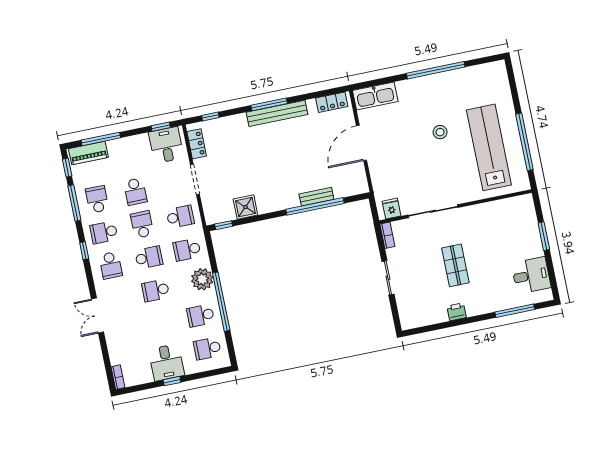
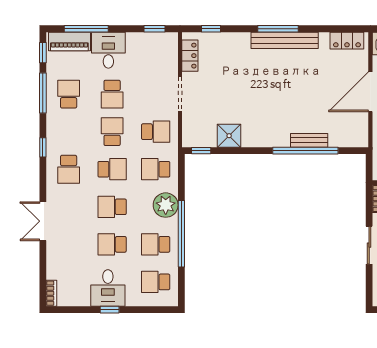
desk: (166, 145) -> (108, 50), moved
school desk: (104, 232) -> (112, 244), moved

